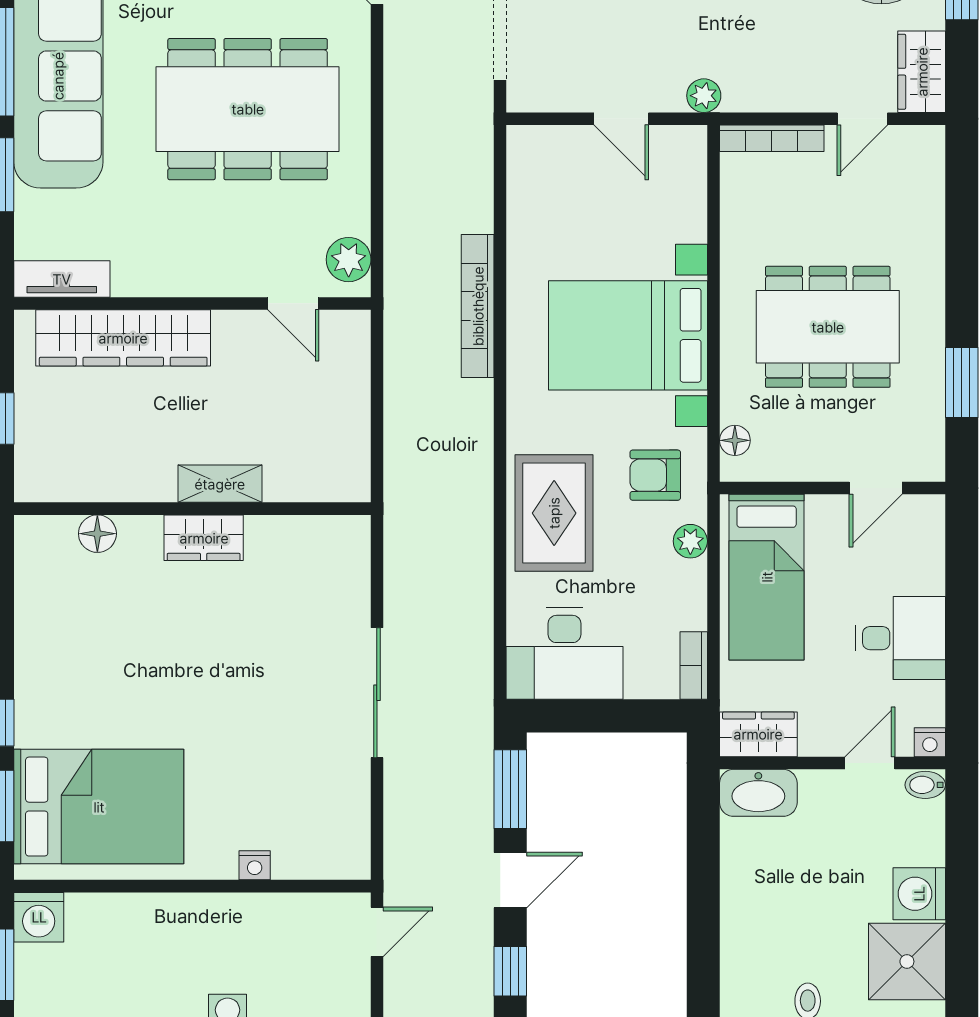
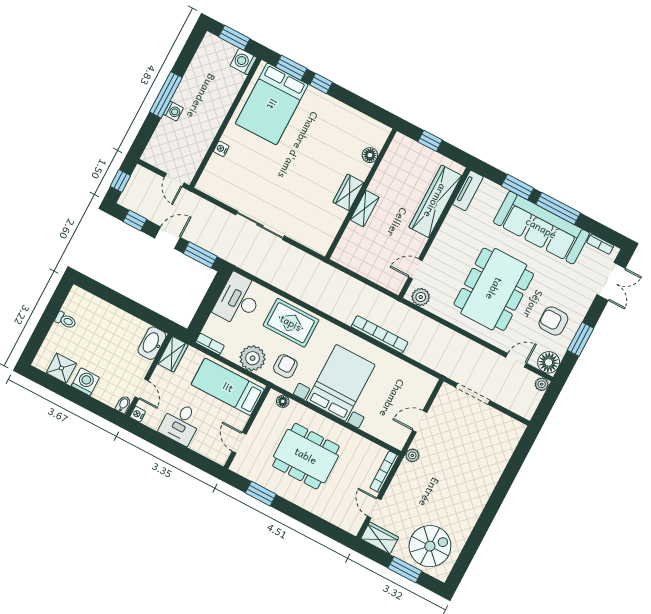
dining table: (828, 327) -> (306, 456), turned 90
plant: (690, 541) -> (253, 358), width x1.88, depth x1.88
door: (510, 880) -> (168, 238), swing flipped
shower: (907, 962) -> (61, 368), width x0.73, depth x0.73

